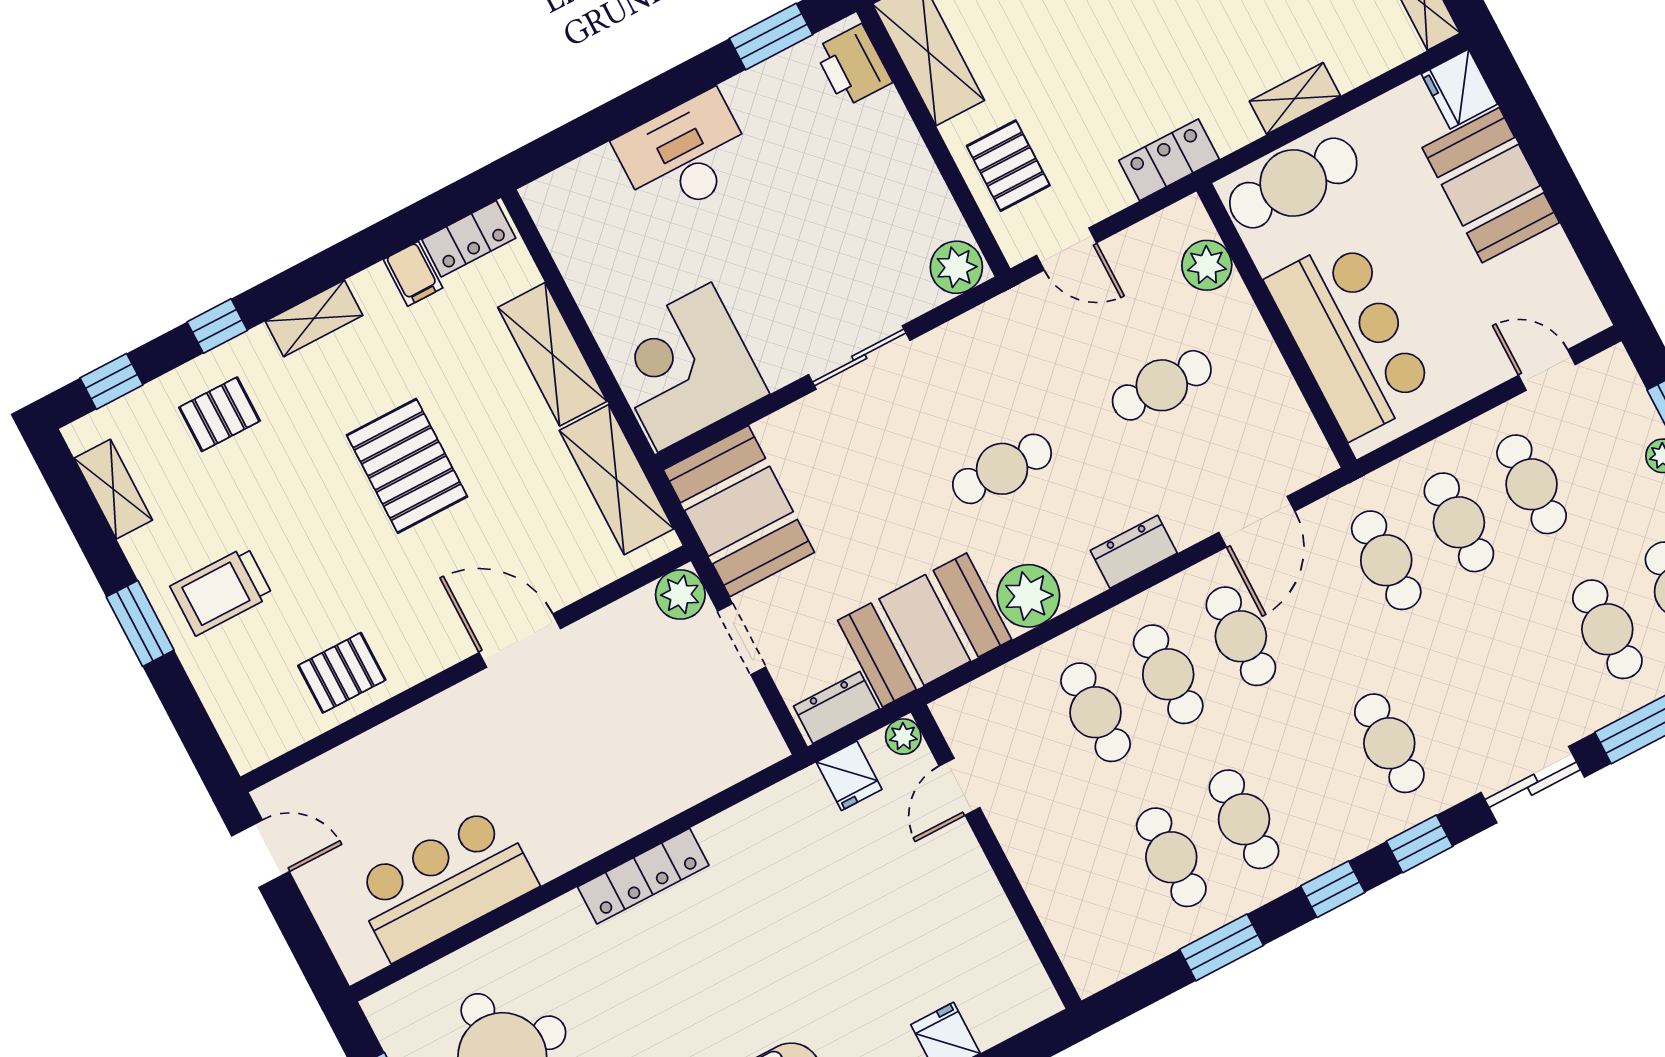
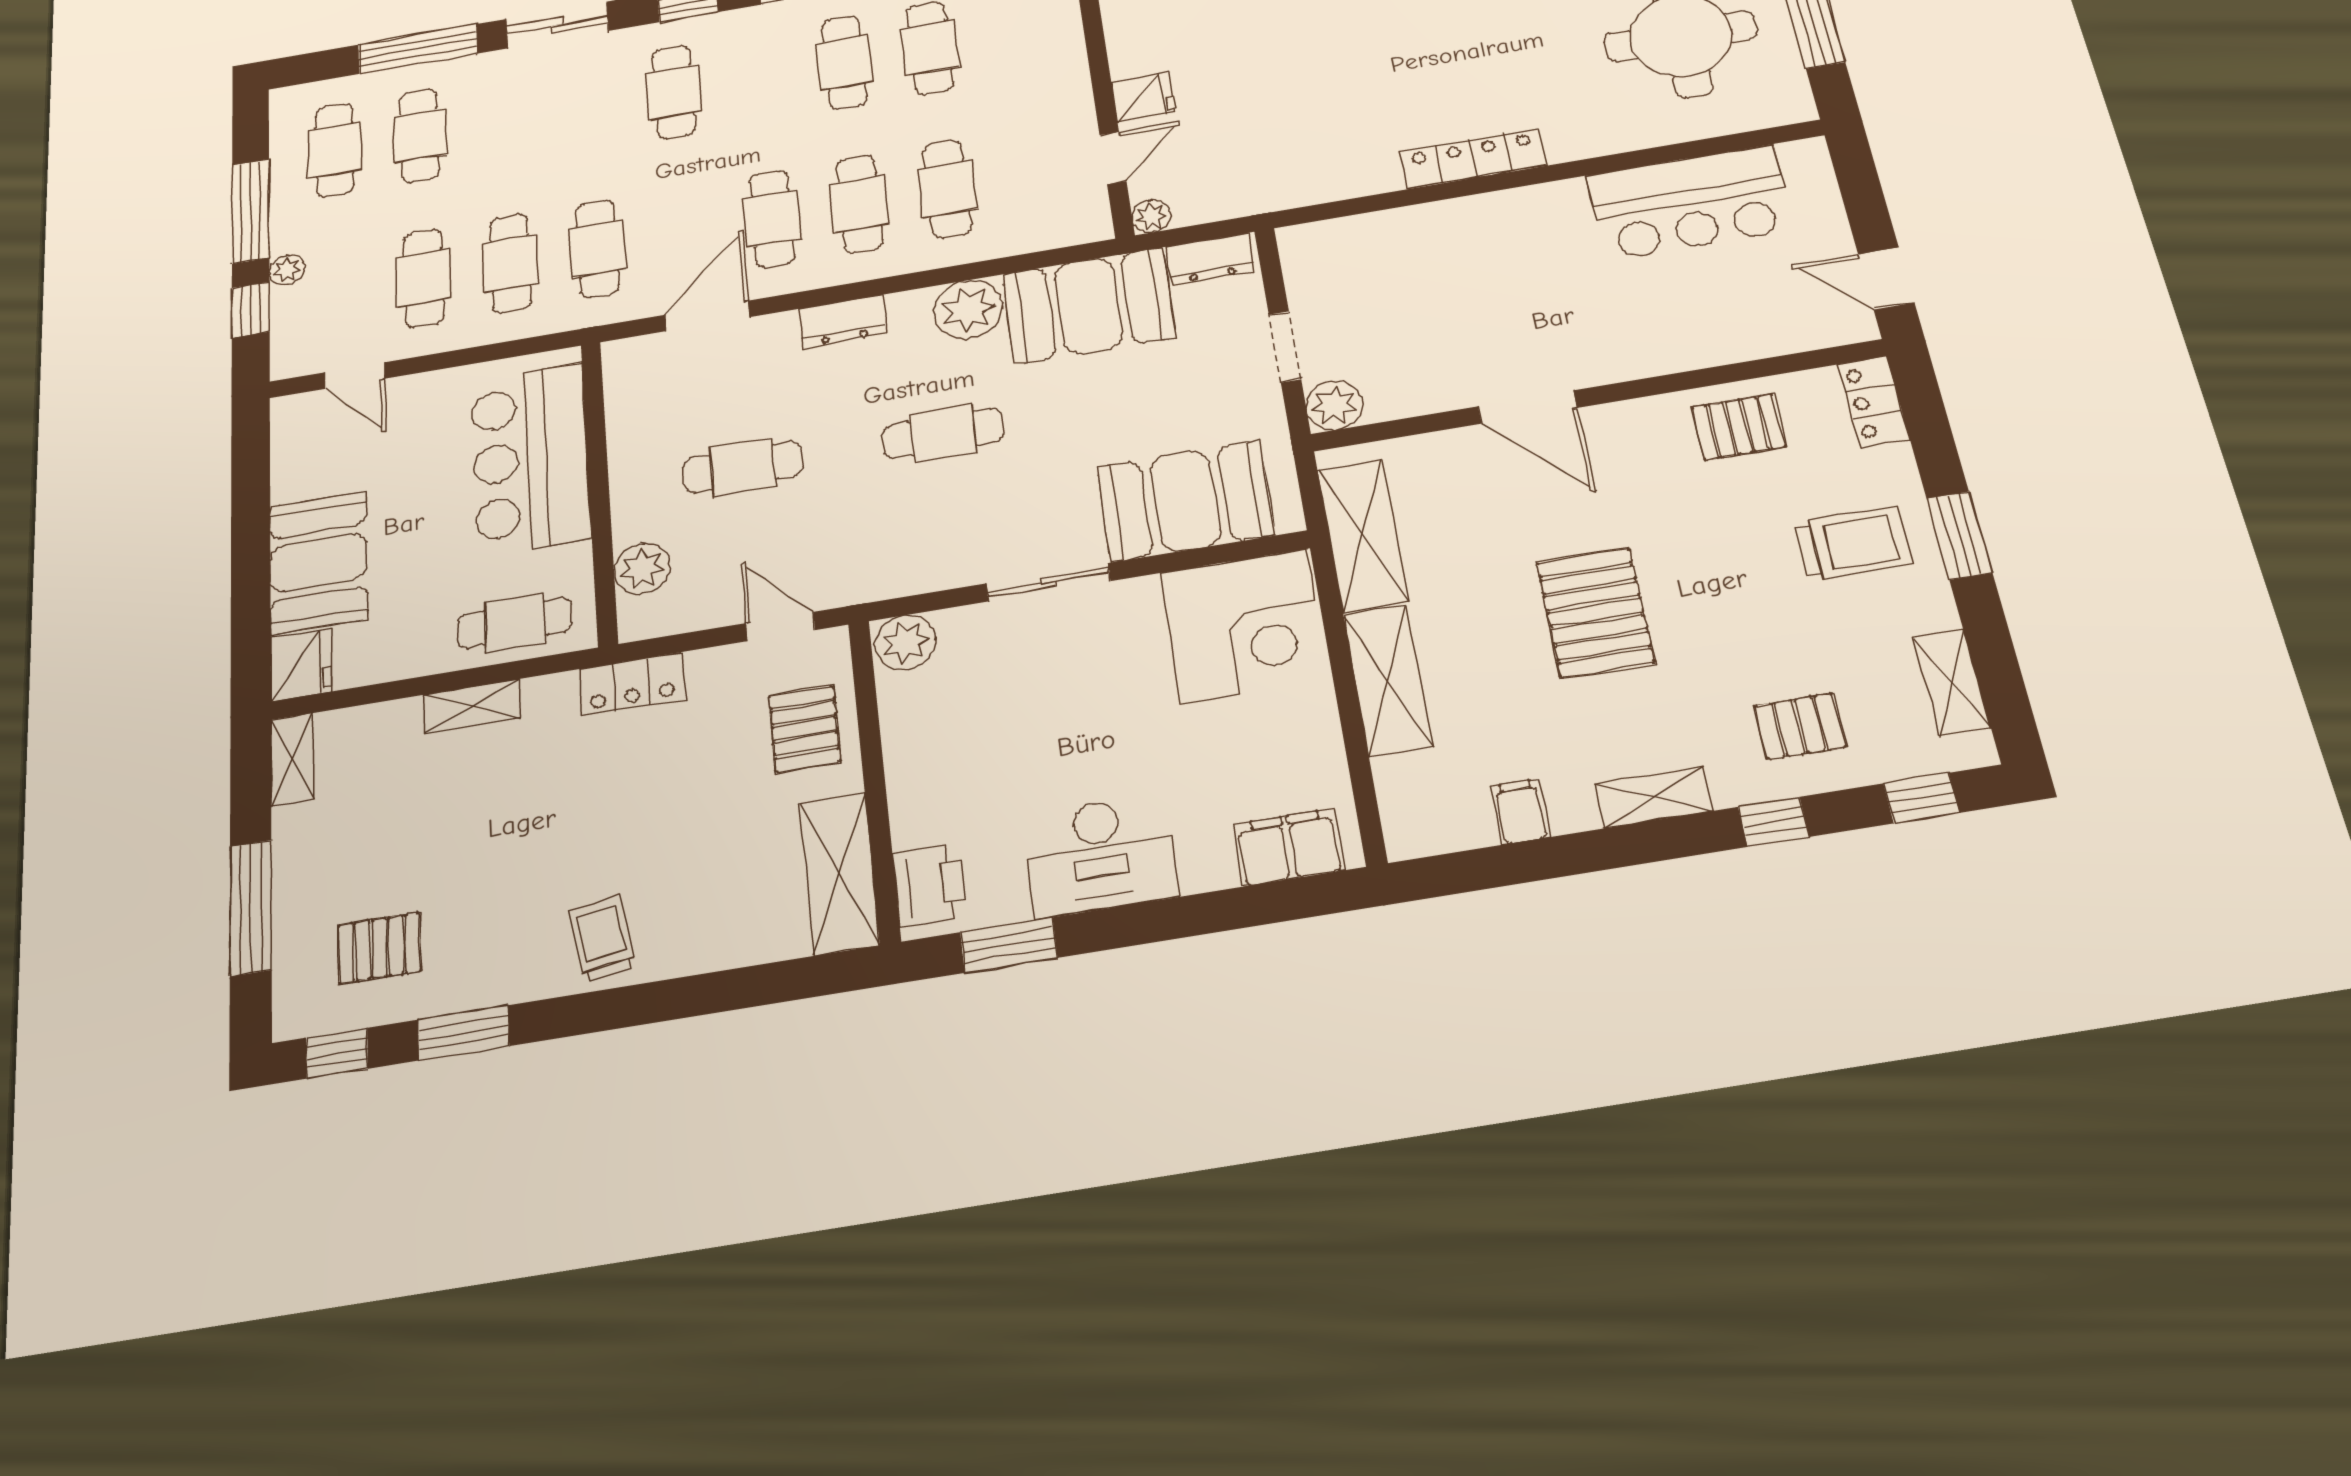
desk: (685, 155) -> (1100, 856), moved
cafe table: (1293, 183) -> (515, 623), width x0.73, depth x0.74
filing cabinet: (582, 187) -> (1289, 847), added
locker: (469, 239) -> (1874, 402), moved, turned -90
booth: (739, 511) -> (1185, 501), moved, turned 90
fridge: (849, 776) -> (1143, 97), moved, turned 90

